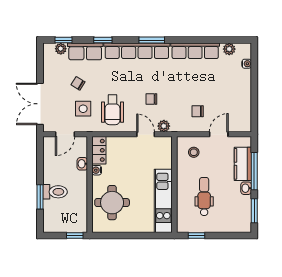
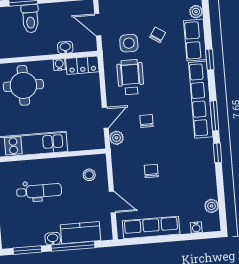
window: (63, 40) -> (217, 153), moved
row of seats: (195, 51) -> (151, 227), moved, turned 90
wheelchair: (112, 110) -> (130, 77), turned 90
chair: (198, 111) -> (151, 171), moved

